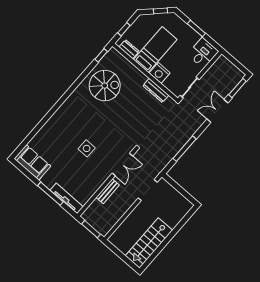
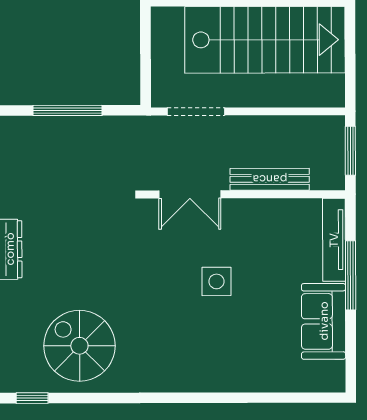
sofa: (32, 162) -> (324, 321), moved
double door: (122, 165) -> (190, 194), swing flipped
bench: (108, 191) -> (270, 179), width x1.36
stairs: (149, 243) -> (265, 40), width x1.36, depth x1.51

